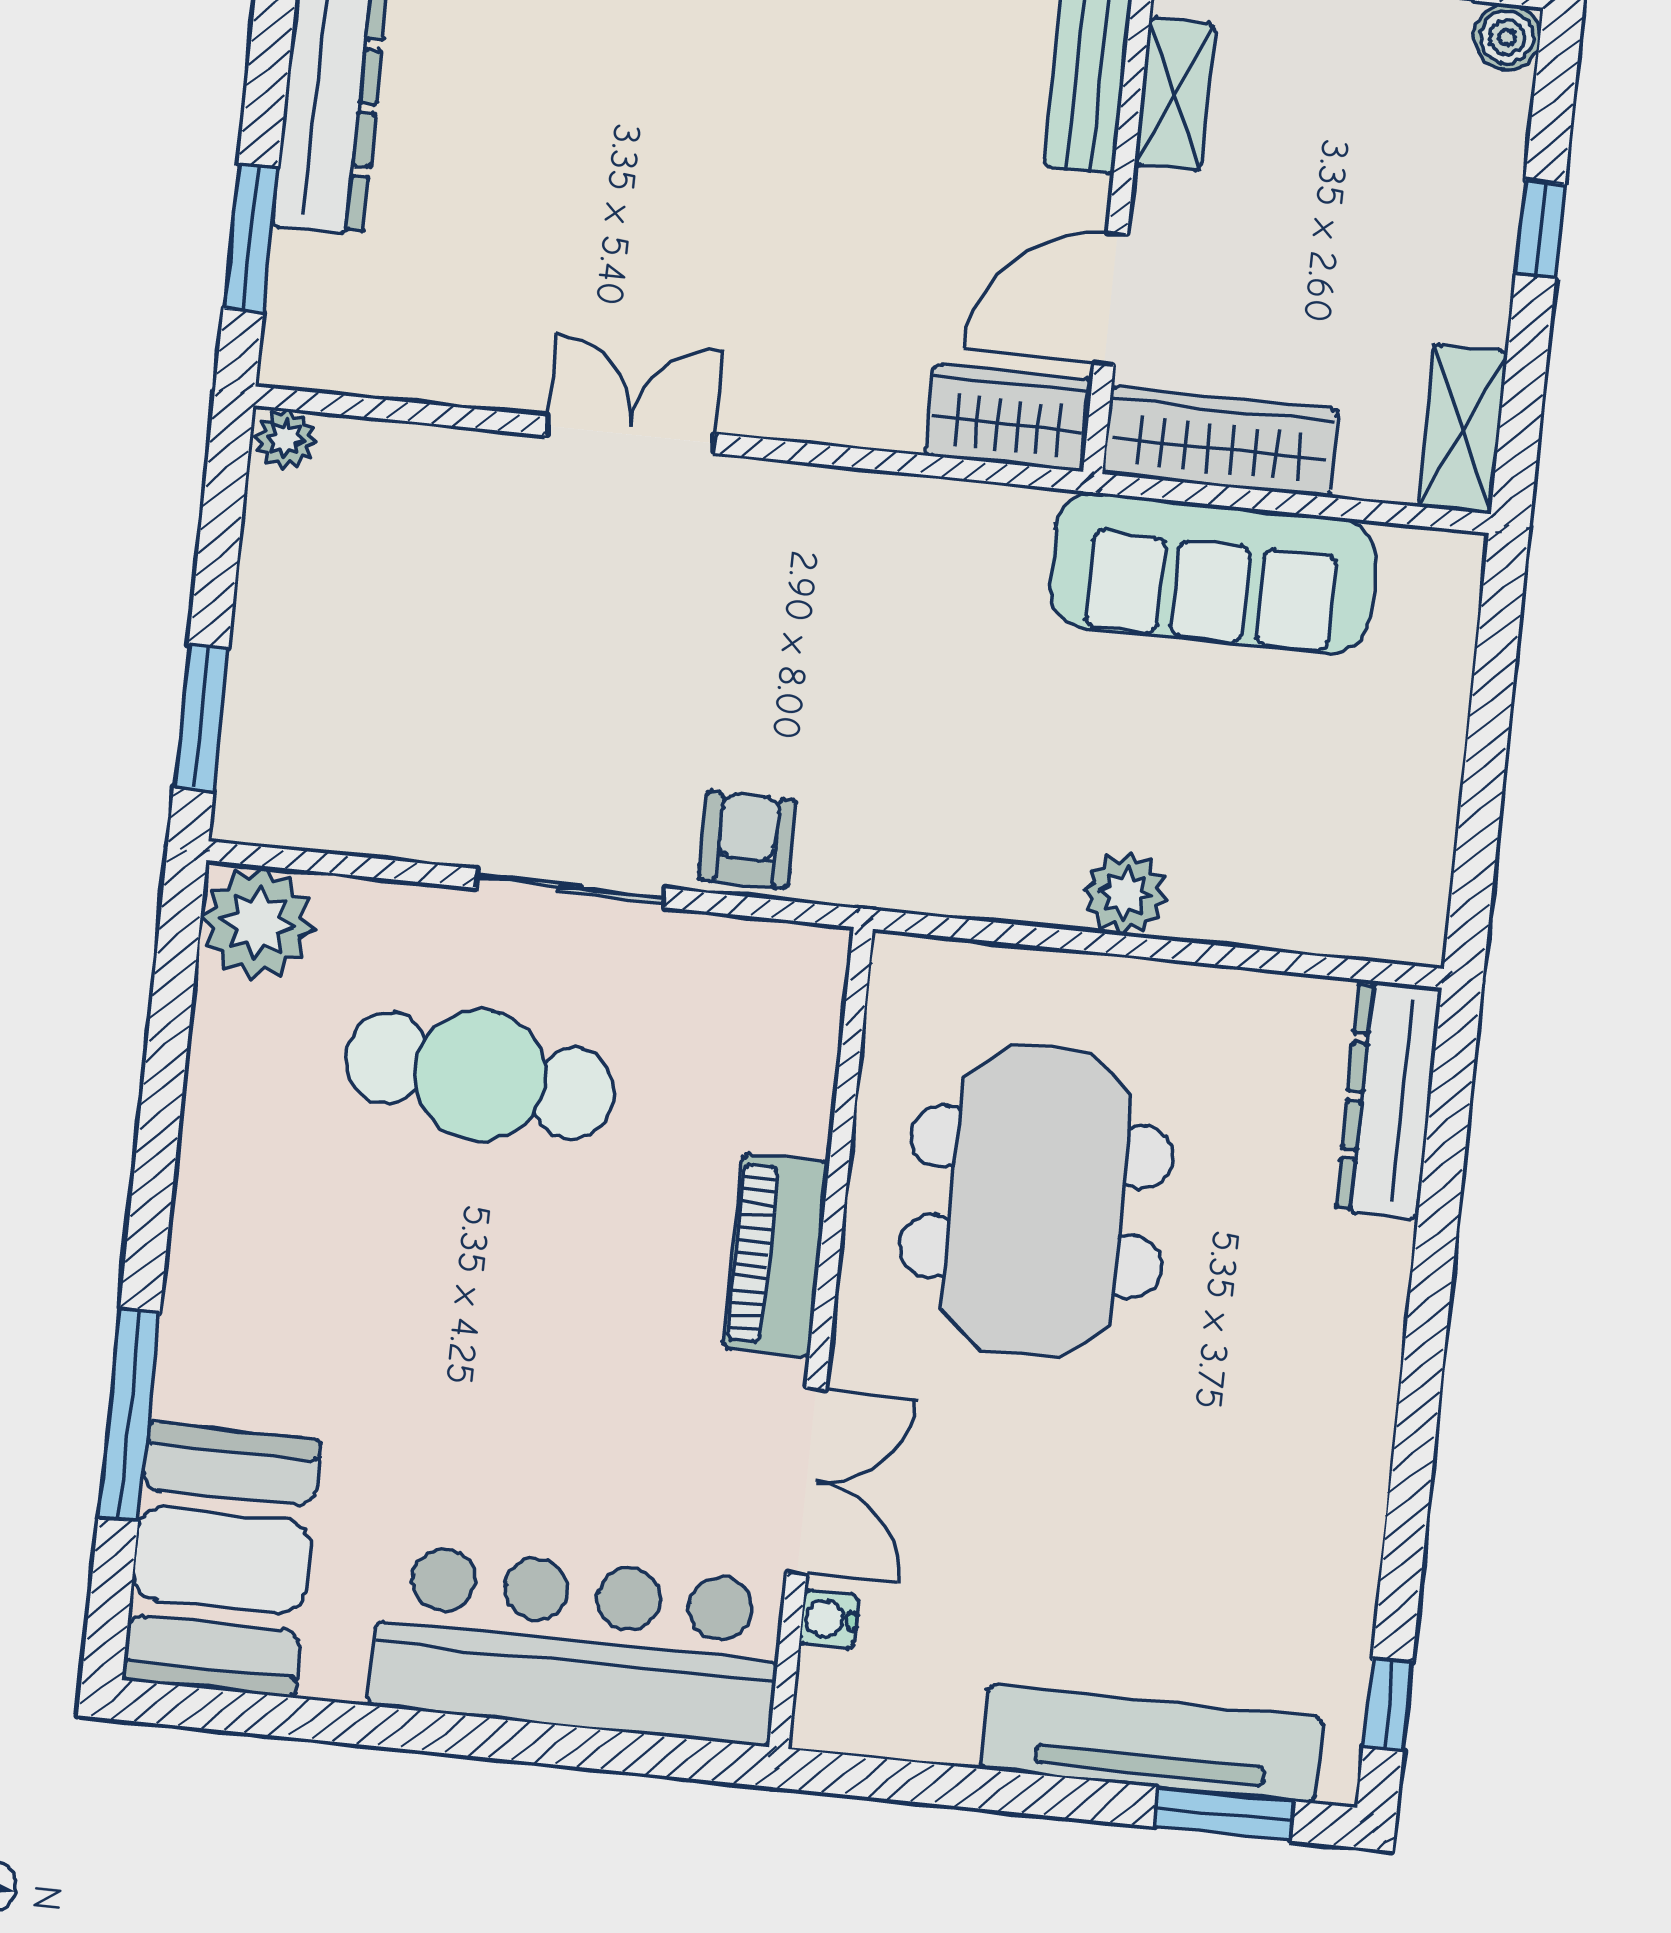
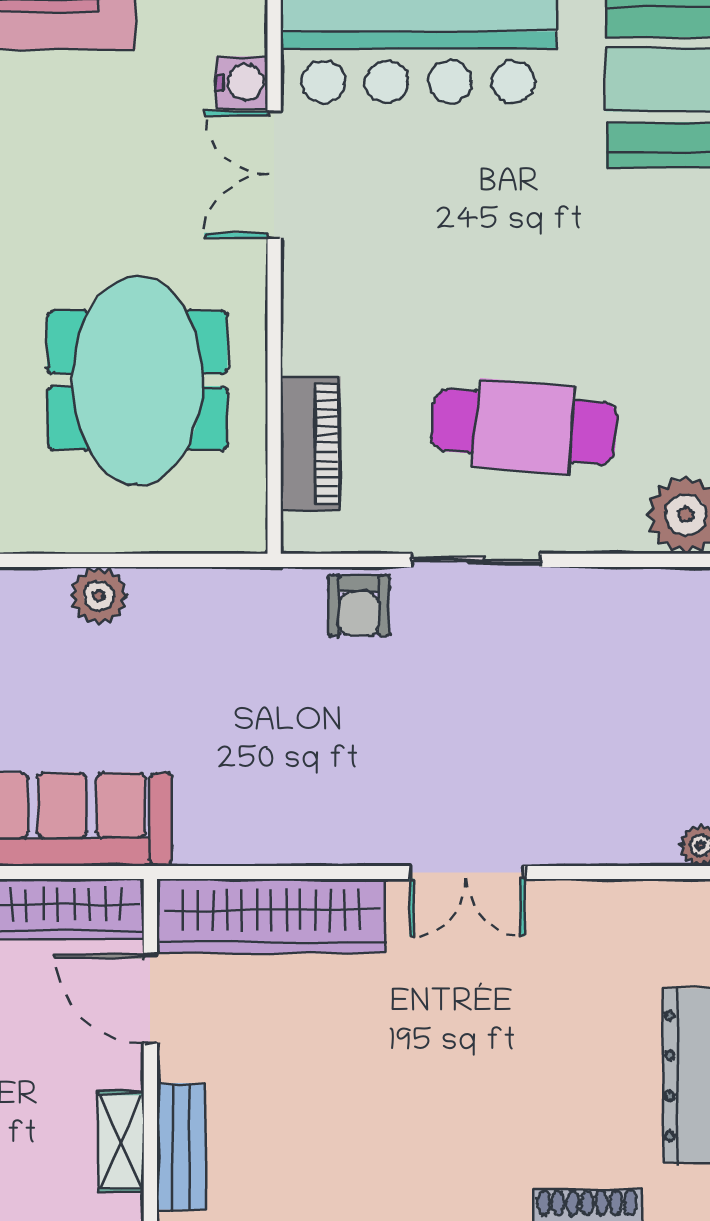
door: (1111, 299) -> (150, 999), swing flipped
wardrobe: (1009, 418) -> (271, 916), width x2.10, depth x1.17
piano: (776, 1255) -> (311, 443), moved
water cooler: (829, 1619) -> (242, 82), width x1.38, depth x1.38

